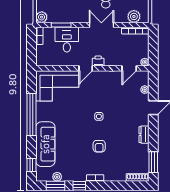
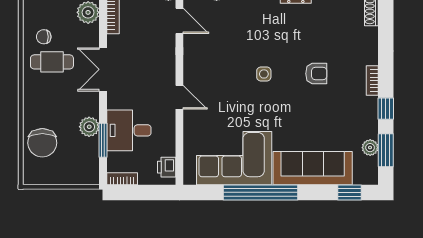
plant: (42, 17) -> (89, 127), moved
printer: (98, 61) -> (167, 167), moved
corner sofa: (57, 86) -> (234, 158), moved, turned -90

